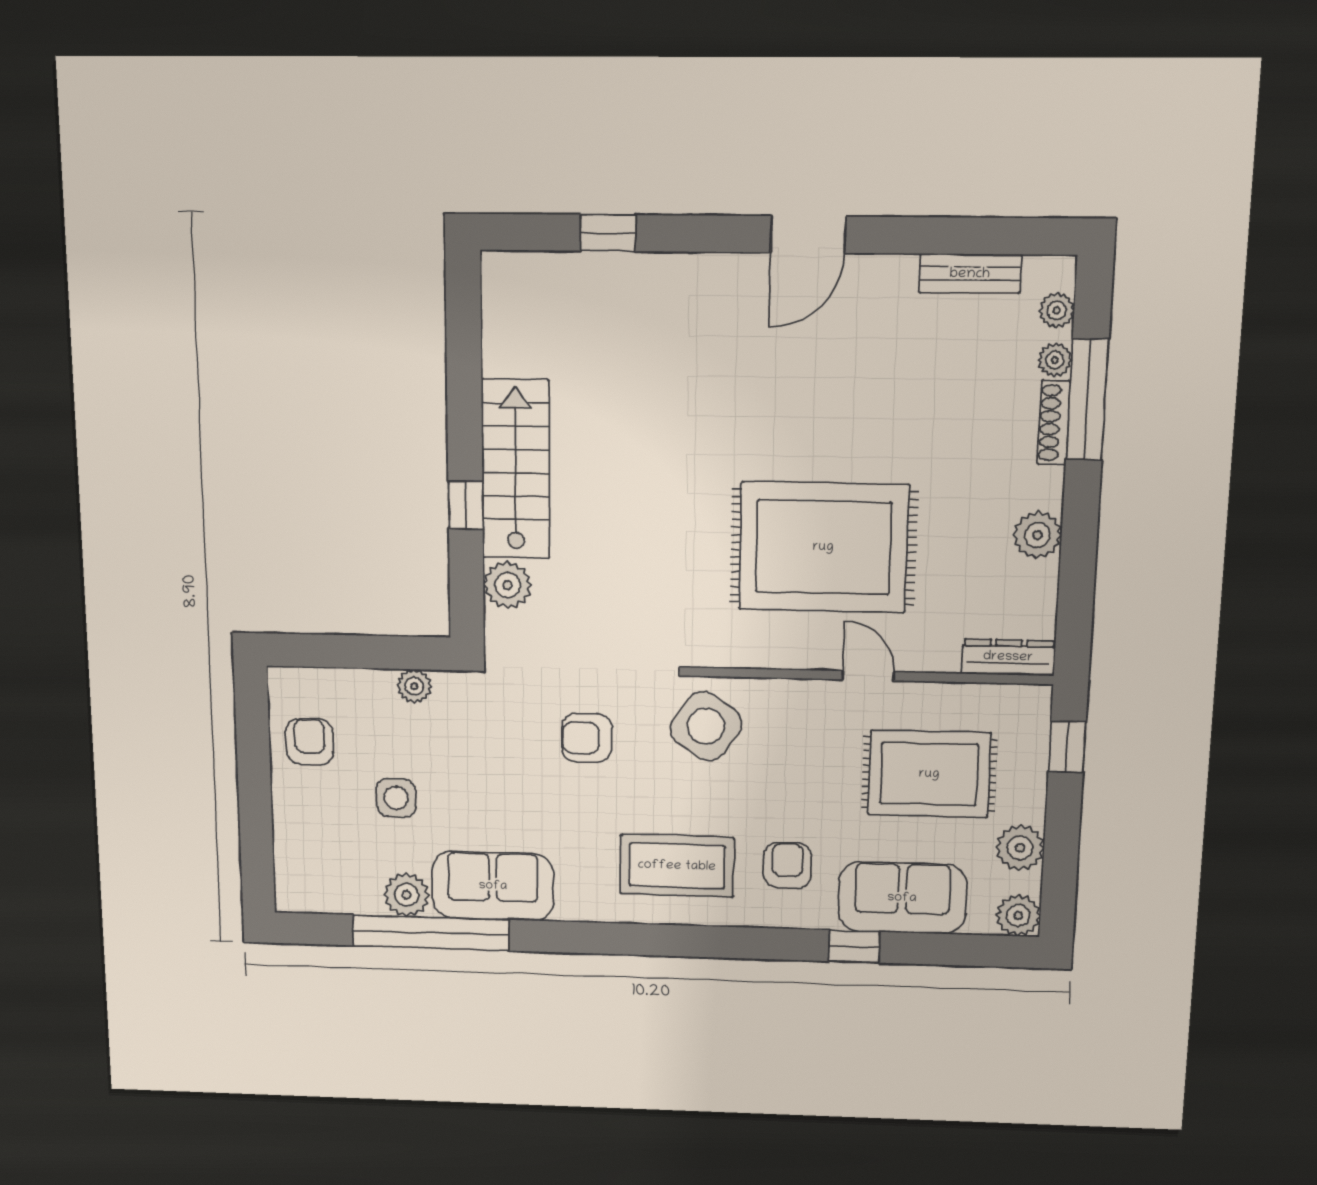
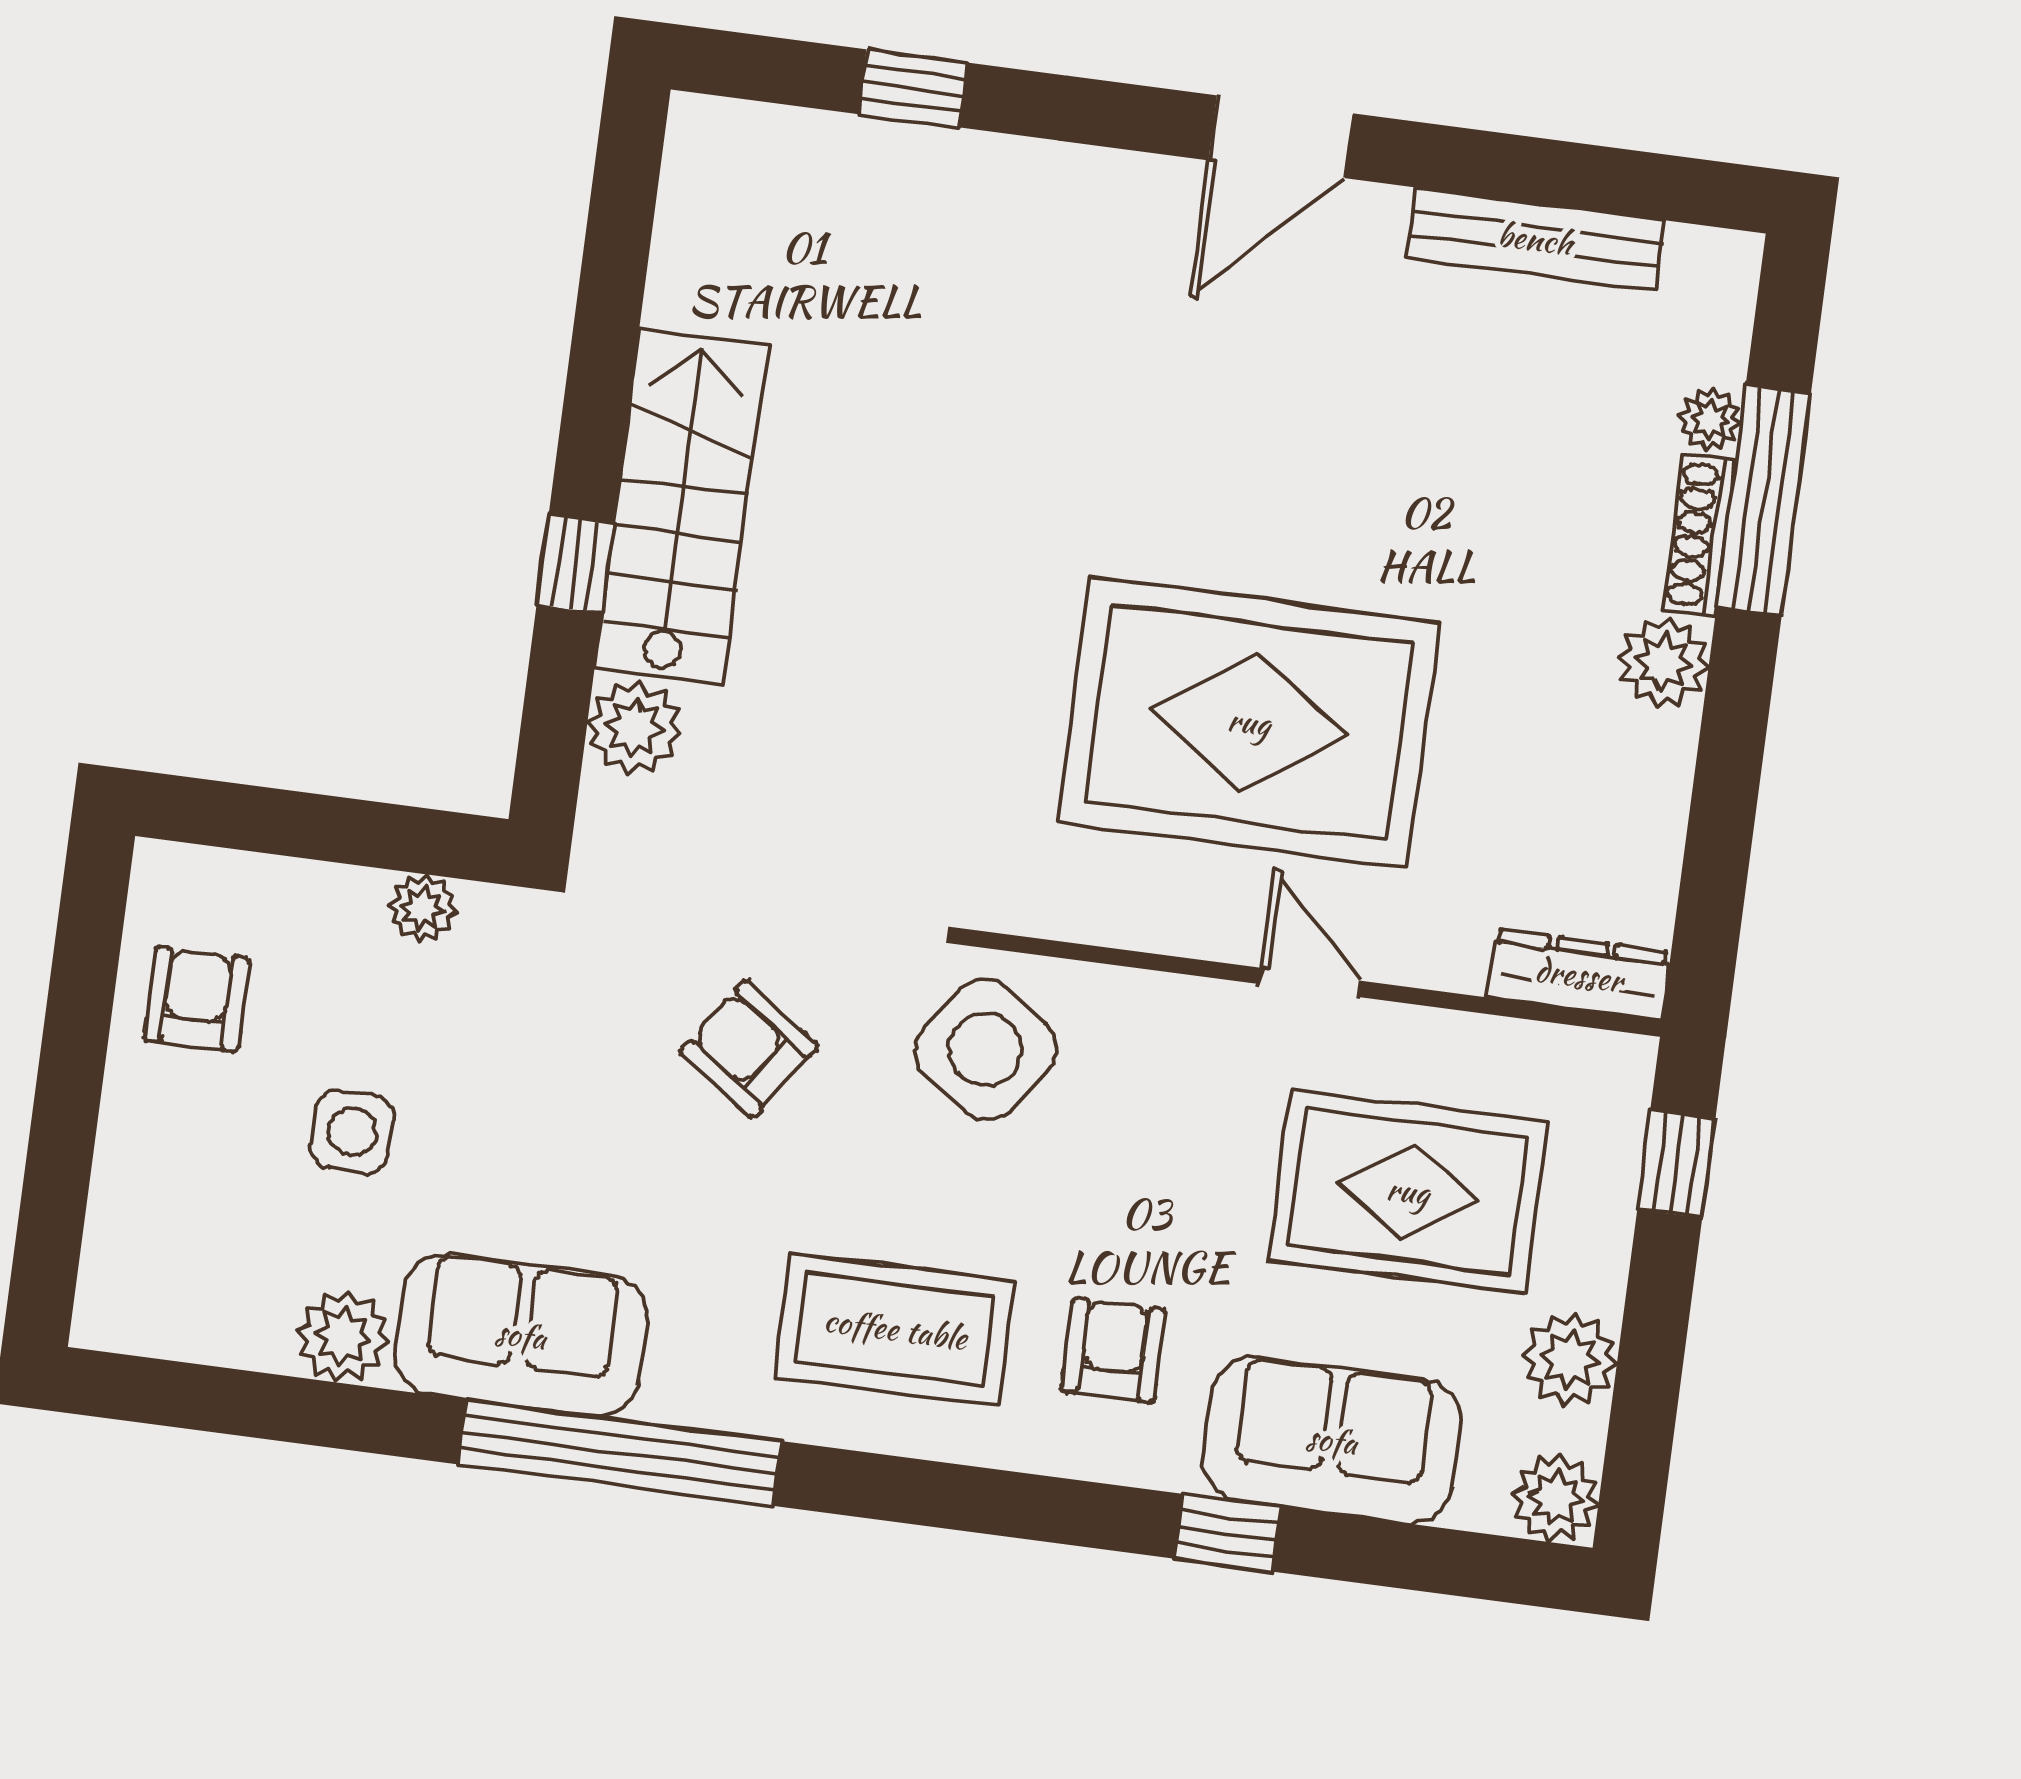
bench: (970, 274) -> (1535, 239), width x1.36
plant: (1057, 310) -> (1721, 329), removed
plant: (1037, 535) -> (1663, 662), moved
armchair: (587, 738) -> (749, 1049), turned 35
window: (431, 933) -> (620, 1453), moved

